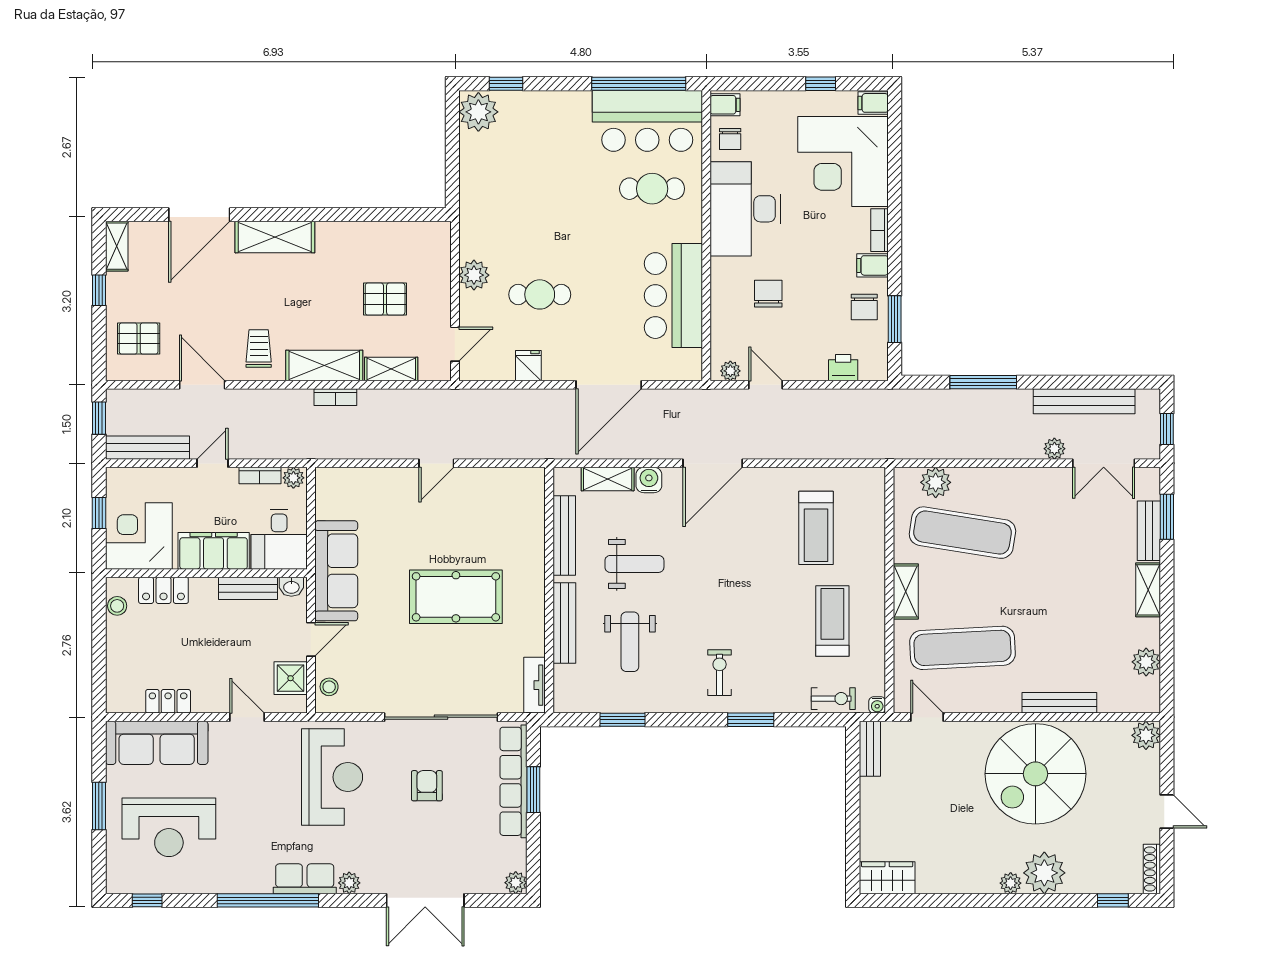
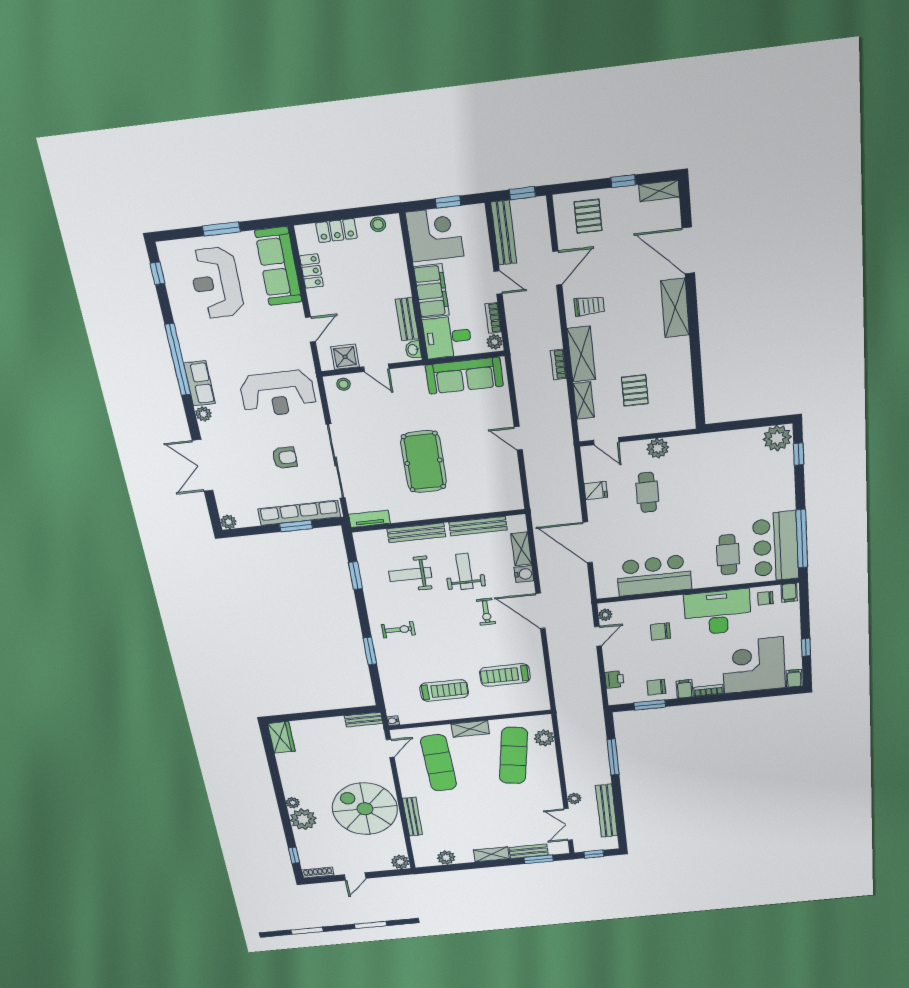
chair: (768, 294) -> (660, 632), turned 180
weight bench: (634, 564) -> (464, 571), turned 180
sofa: (336, 571) -> (464, 376), moved
locker: (163, 590) -> (337, 231), moved, turned -90
exercise bike: (833, 699) -> (486, 612), moved

